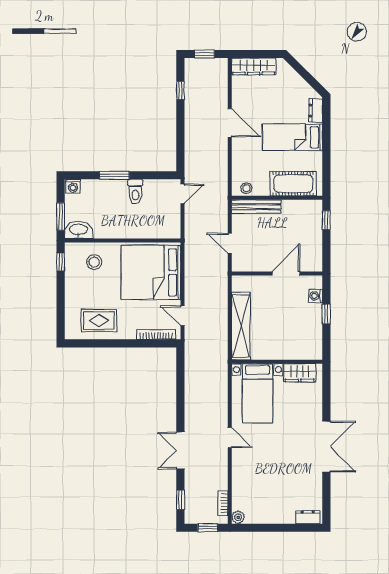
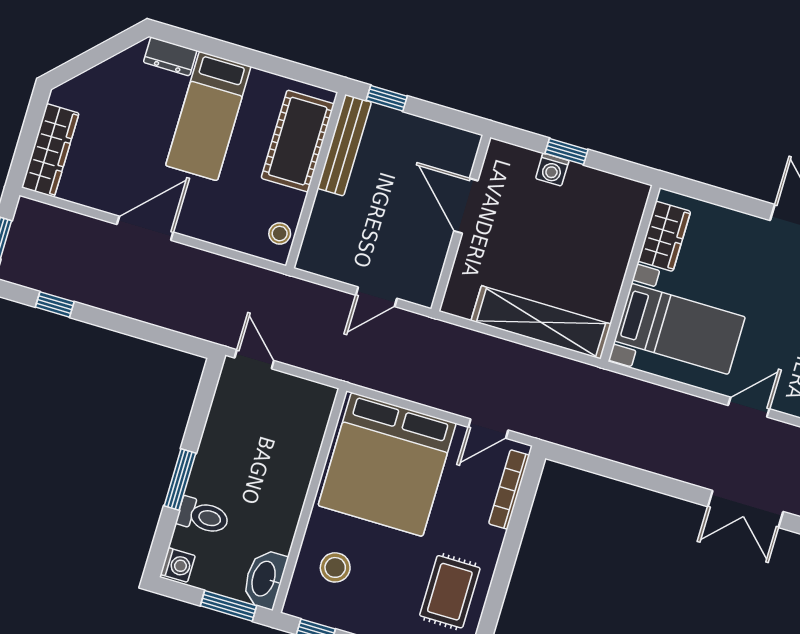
toilet: (135, 192) -> (203, 516), moved
bench: (256, 207) -> (344, 145), moved
washing machine: (316, 296) -> (552, 170), moved

